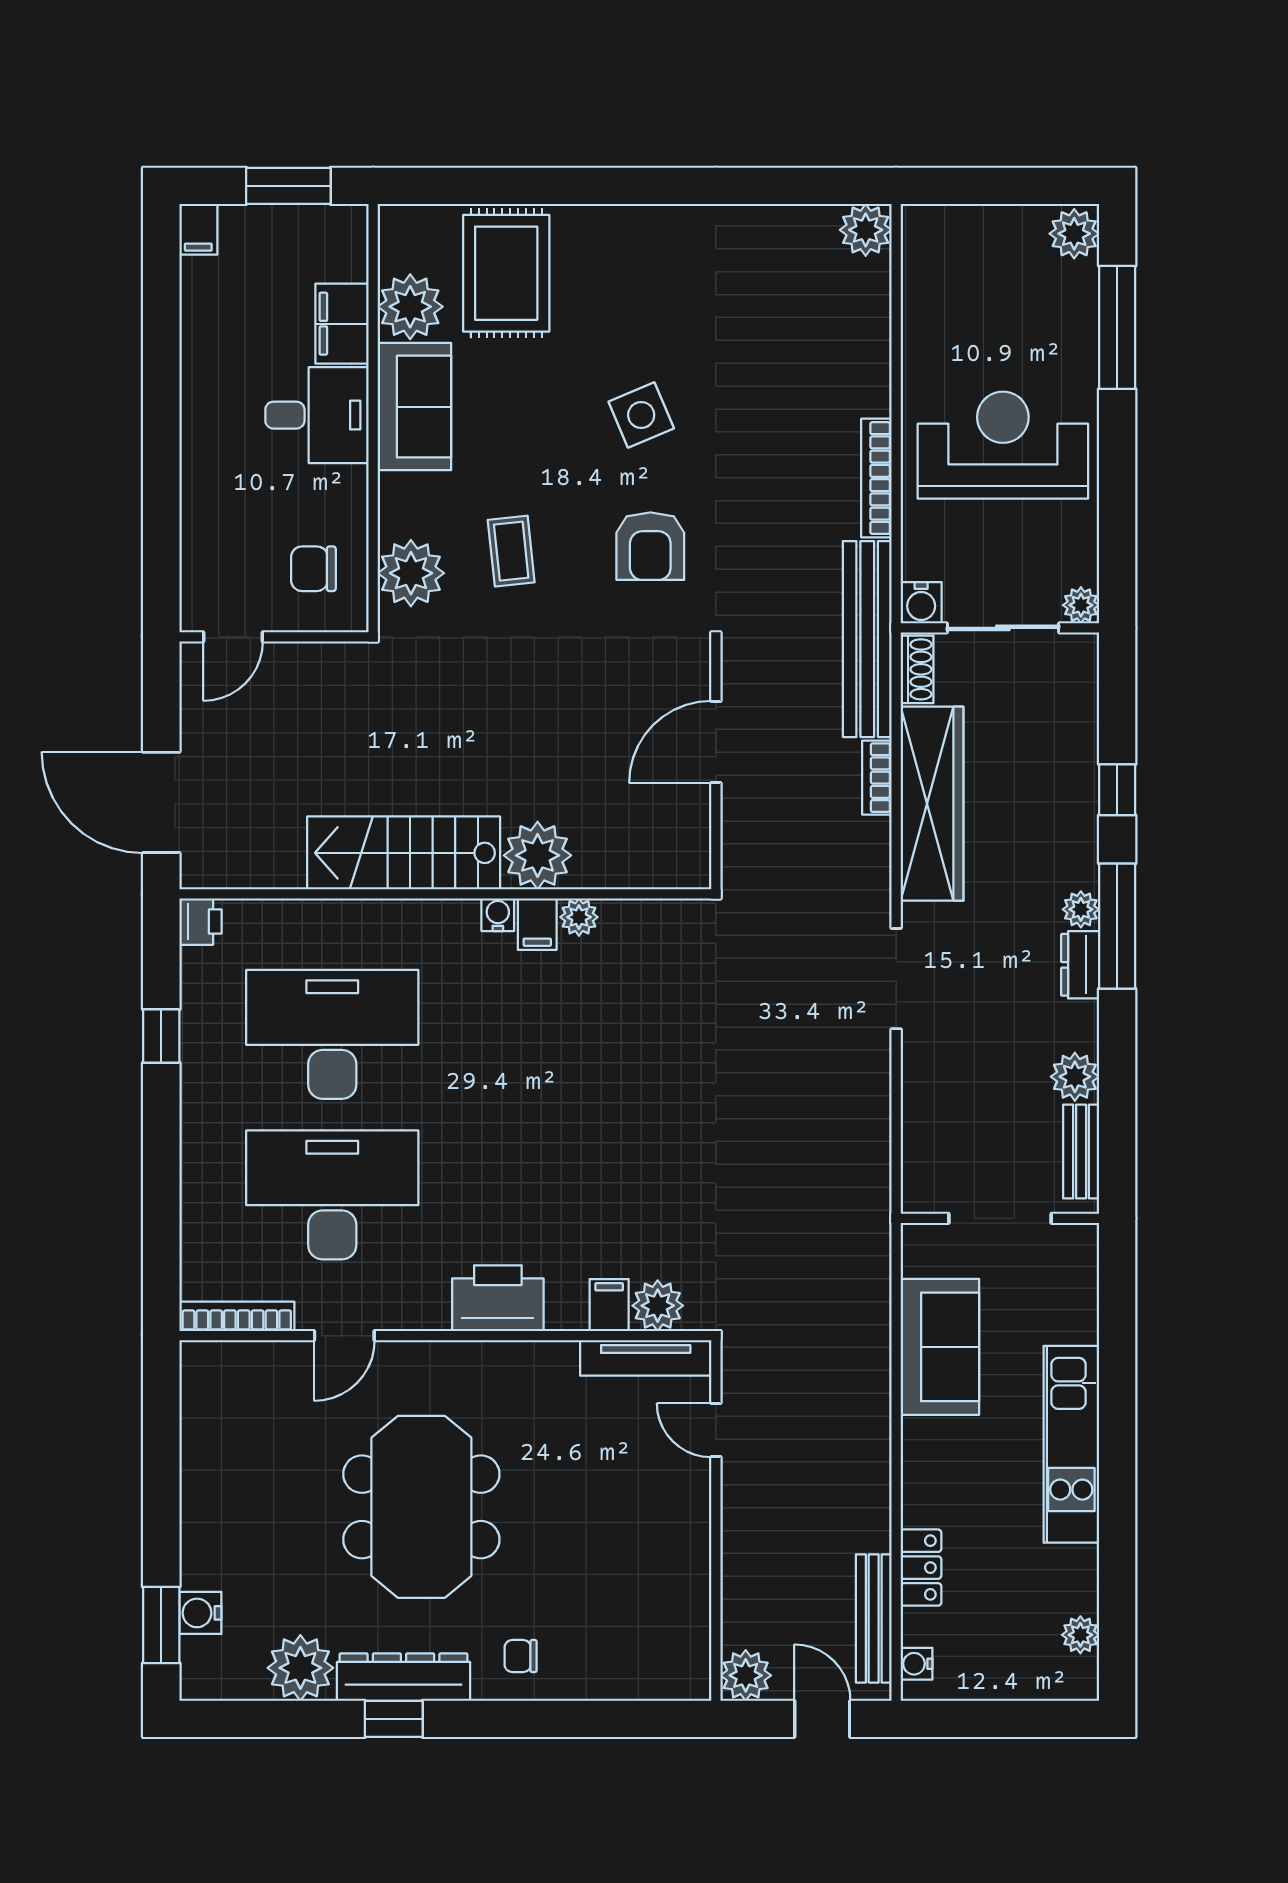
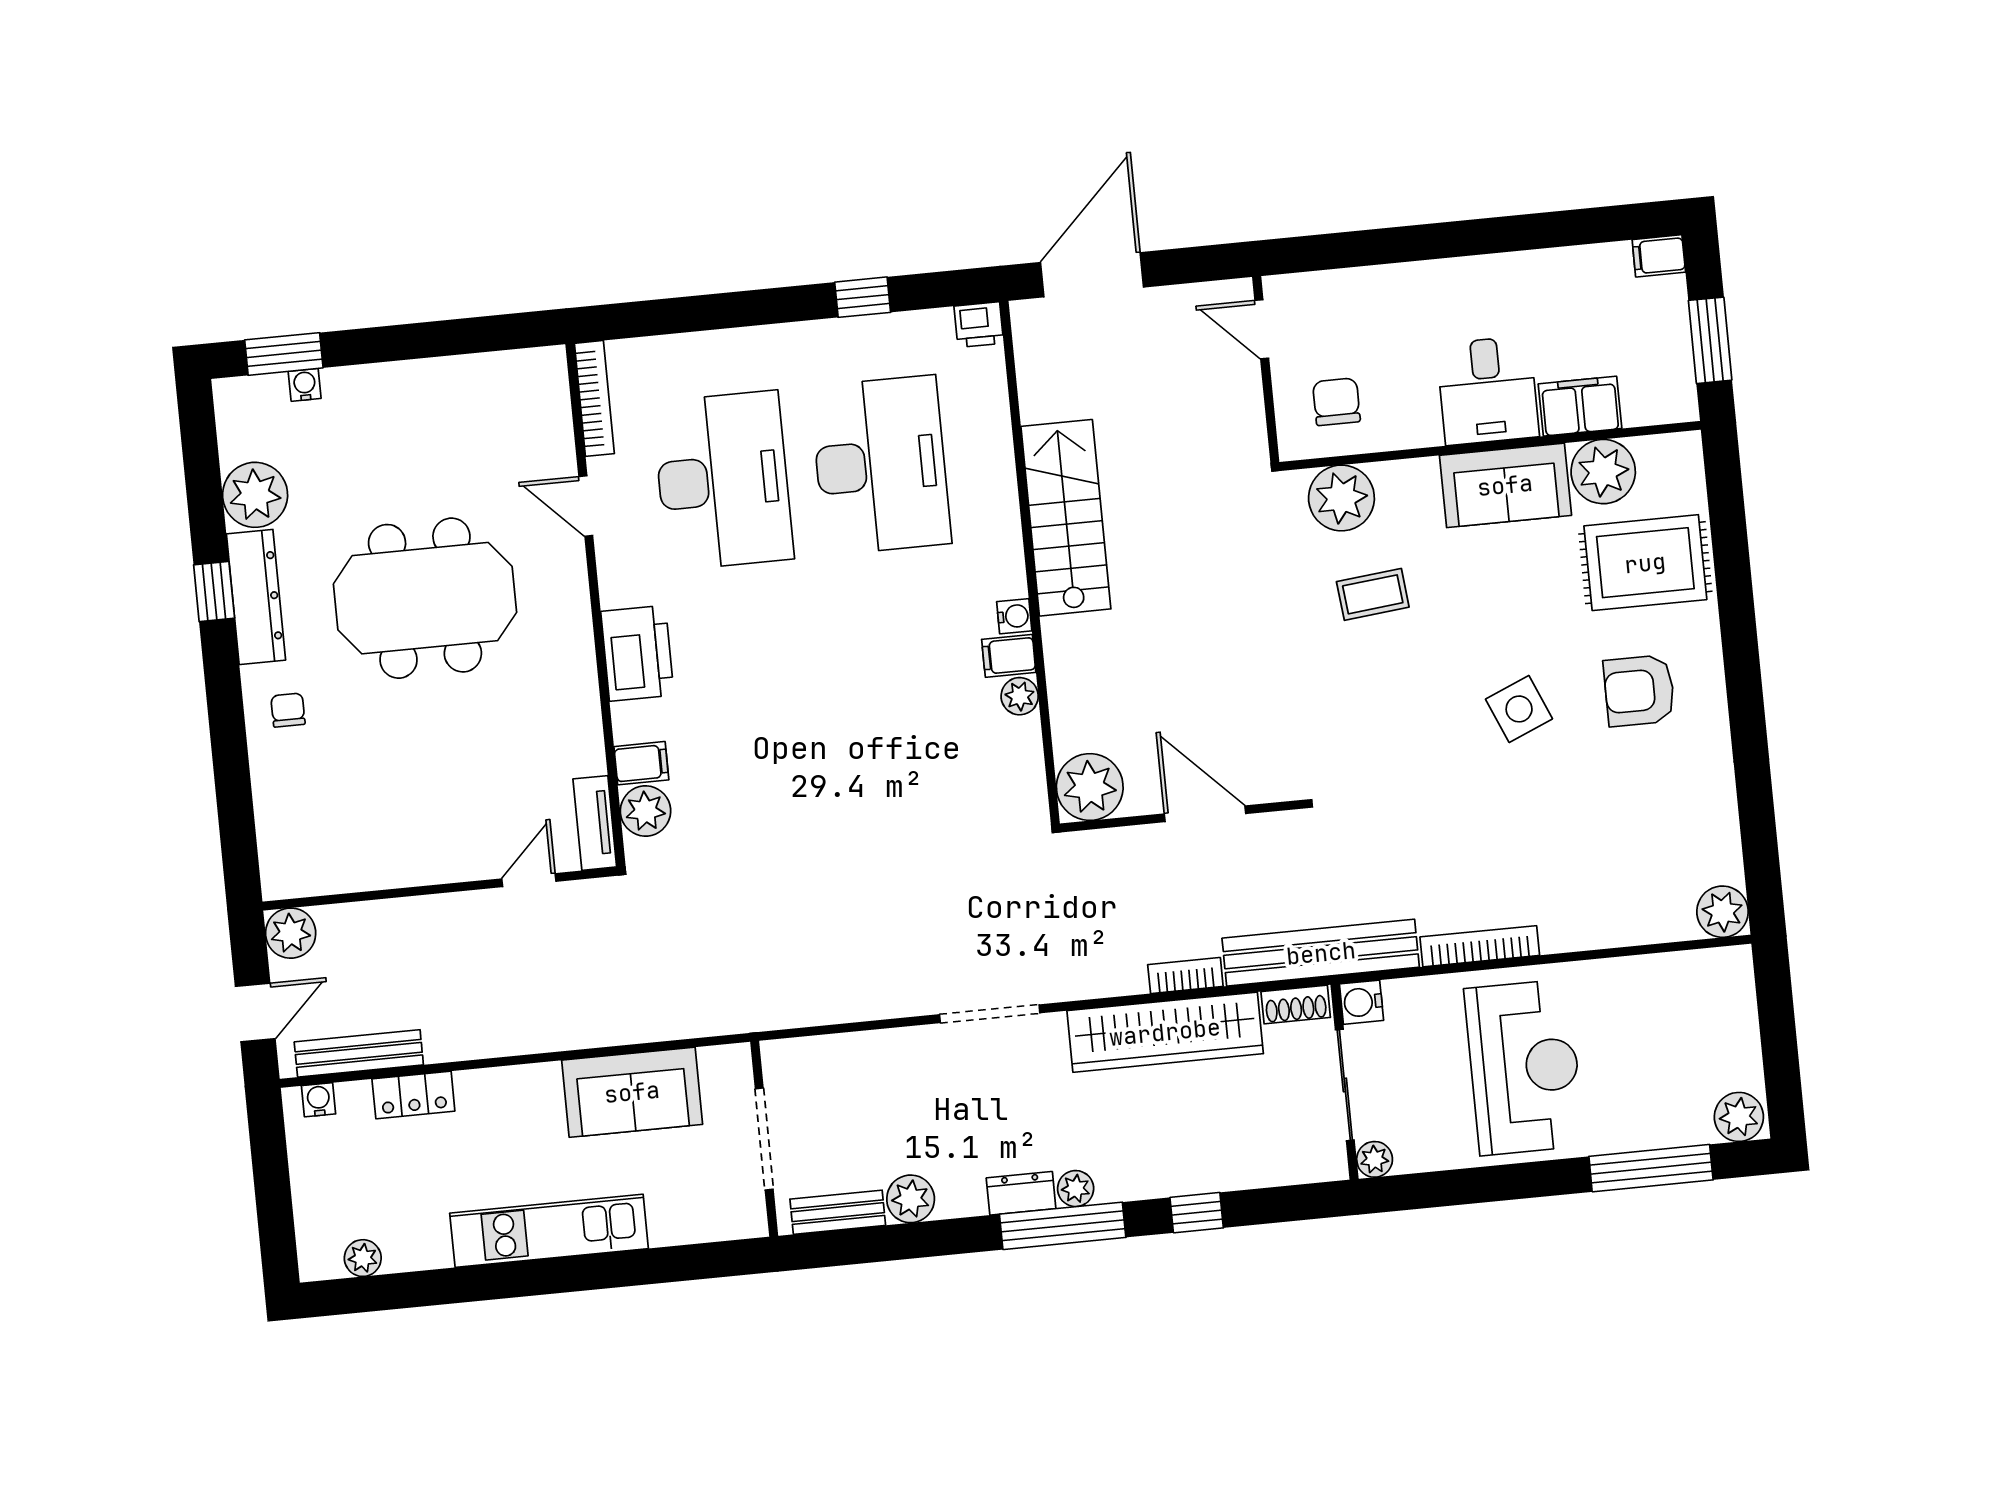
armchair: (650, 546) -> (1639, 691), moved
plant: (538, 855) -> (1090, 787), moved
tv unit: (646, 1358) -> (595, 823), width x0.71
water cooler: (200, 1613) -> (305, 385), width x0.72, depth x0.72

